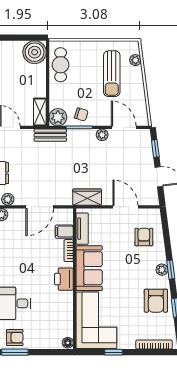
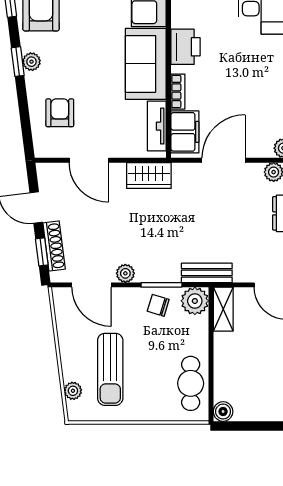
boiler: (35, 52) -> (223, 412), width x0.54, depth x0.54
sun lounger: (112, 74) -> (110, 369), turned 180
shoe rack: (148, 152) -> (54, 246), added
filing cabinet: (64, 232) -> (185, 132), width x2.00
armchair: (144, 237) -> (60, 113), turned 180

